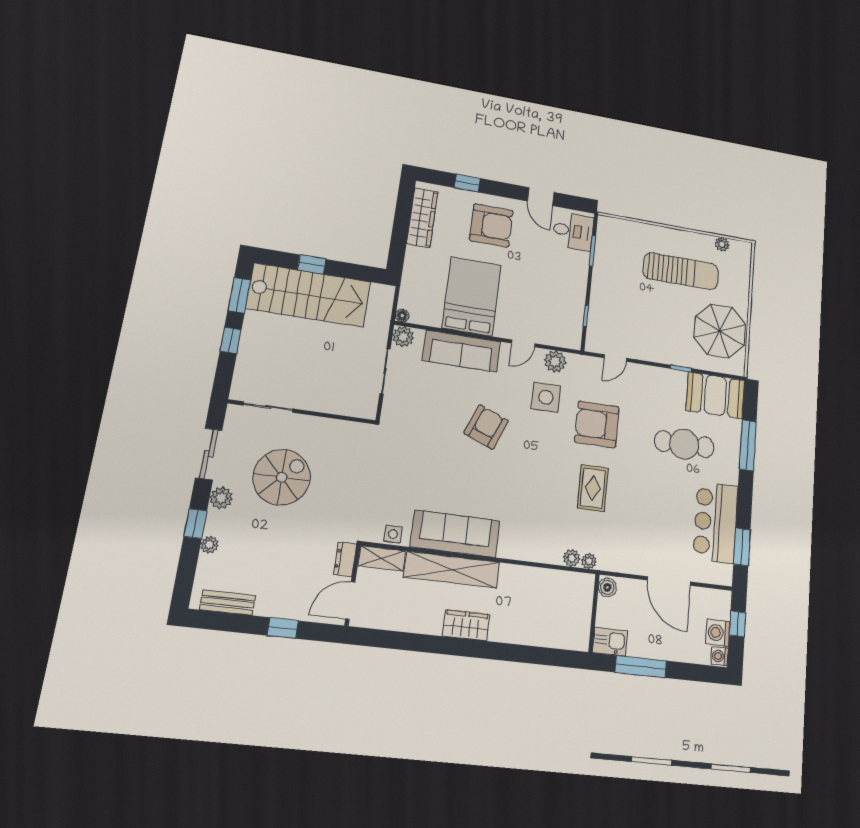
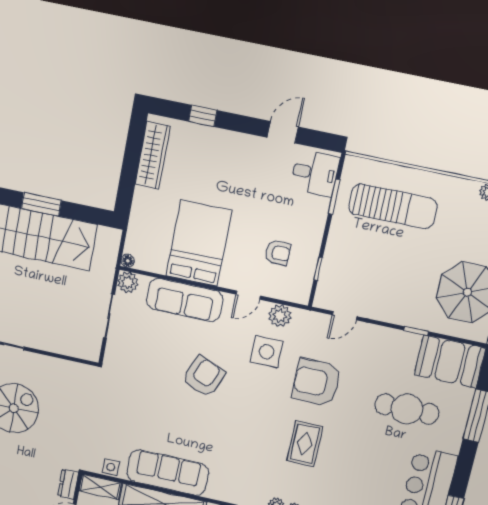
door: (541, 197) -> (283, 132), swing flipped
armchair: (491, 225) -> (278, 253), moved, width x0.53, depth x0.53
window: (312, 264) -> (41, 204), width x1.50
sun lounger: (681, 271) -> (393, 206), moved

